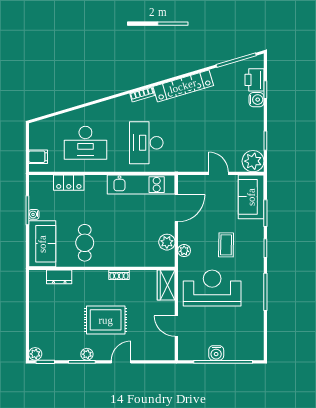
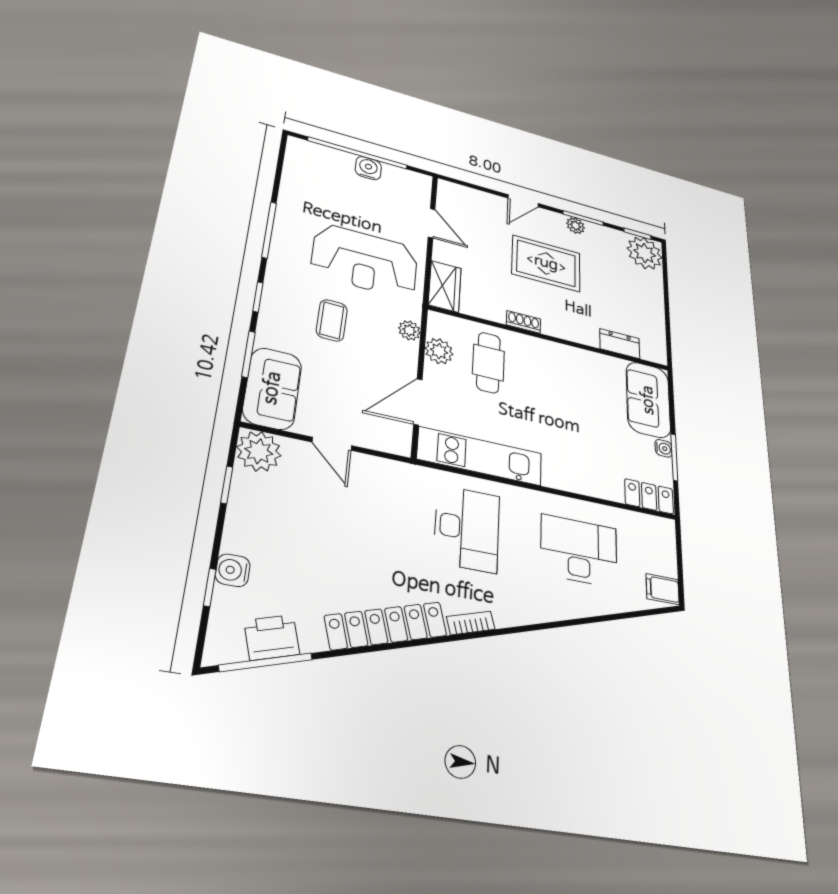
printer: (255, 80) -> (272, 637), moved, turned -107
filing cabinet: (38, 157) -> (663, 589), moved
locker: (69, 183) -> (649, 496), moved
cafe table: (85, 243) -> (488, 363), moved
plant: (35, 354) -> (645, 253), width x1.87, depth x1.87

